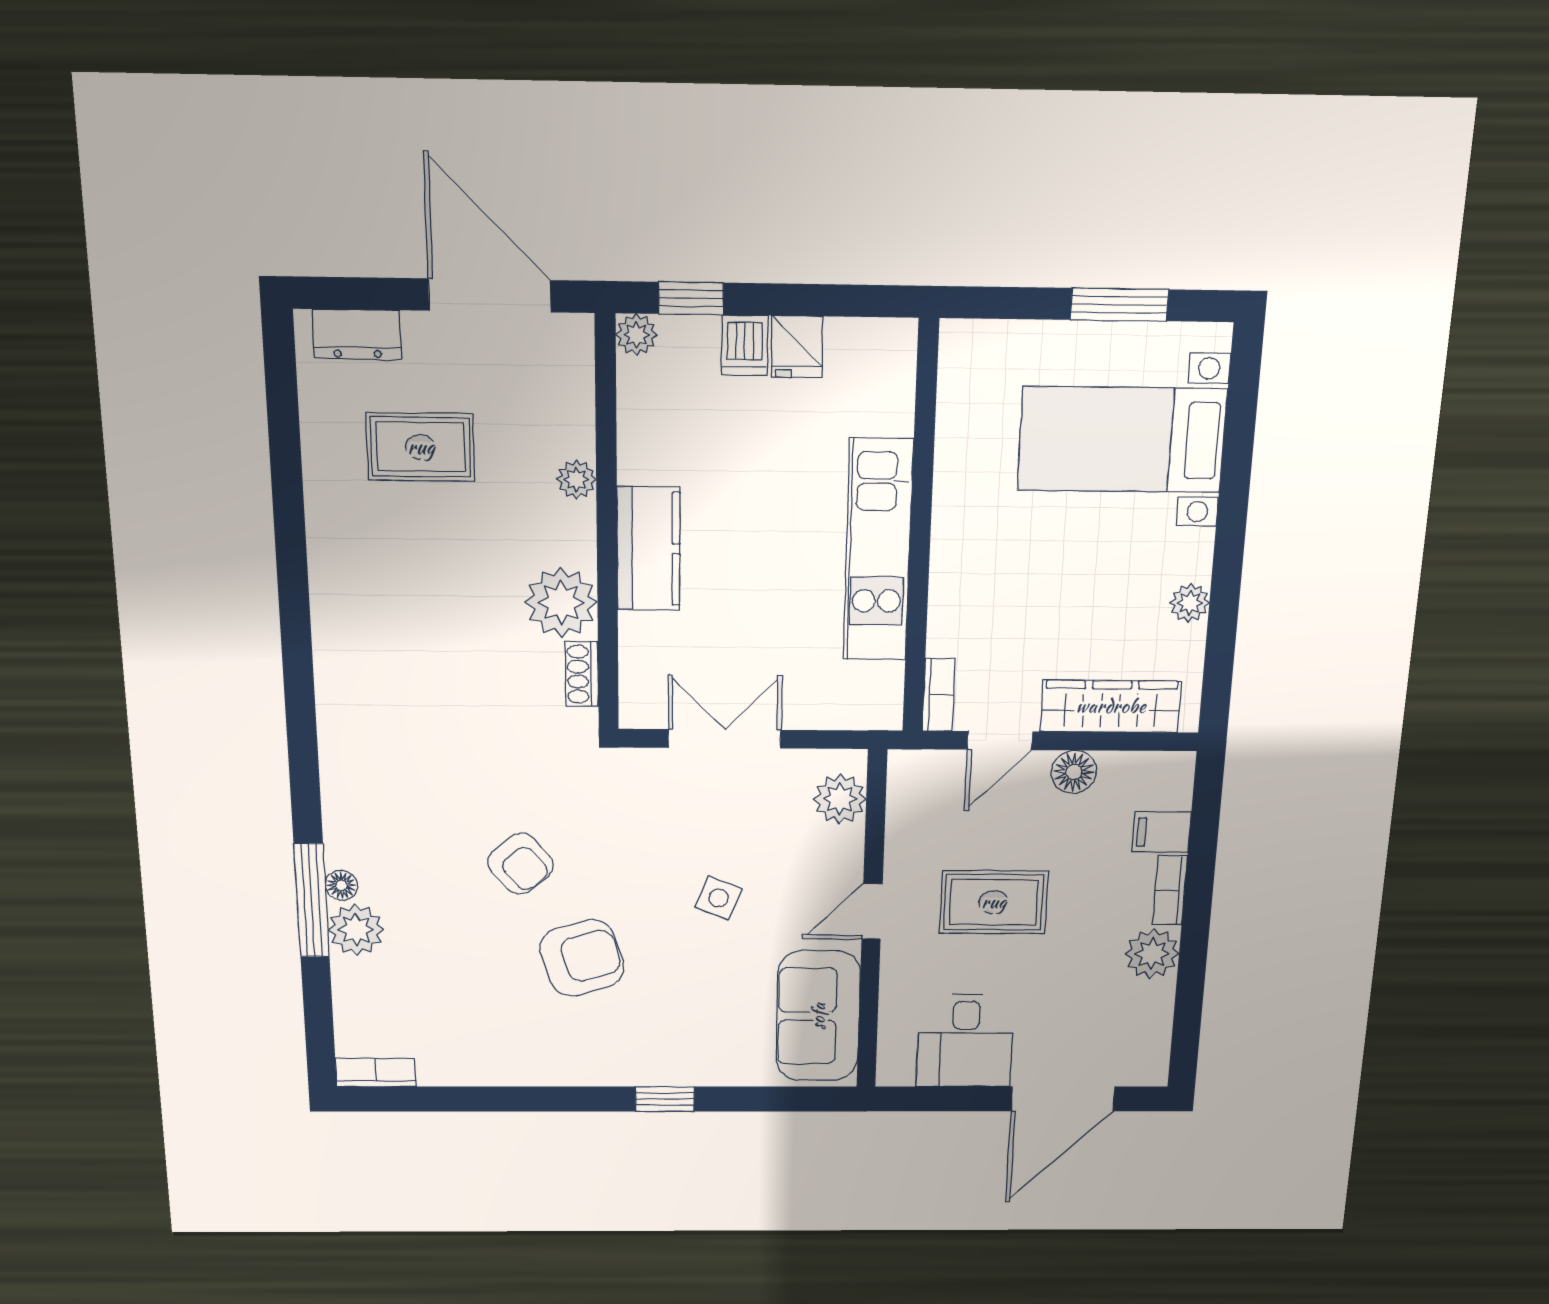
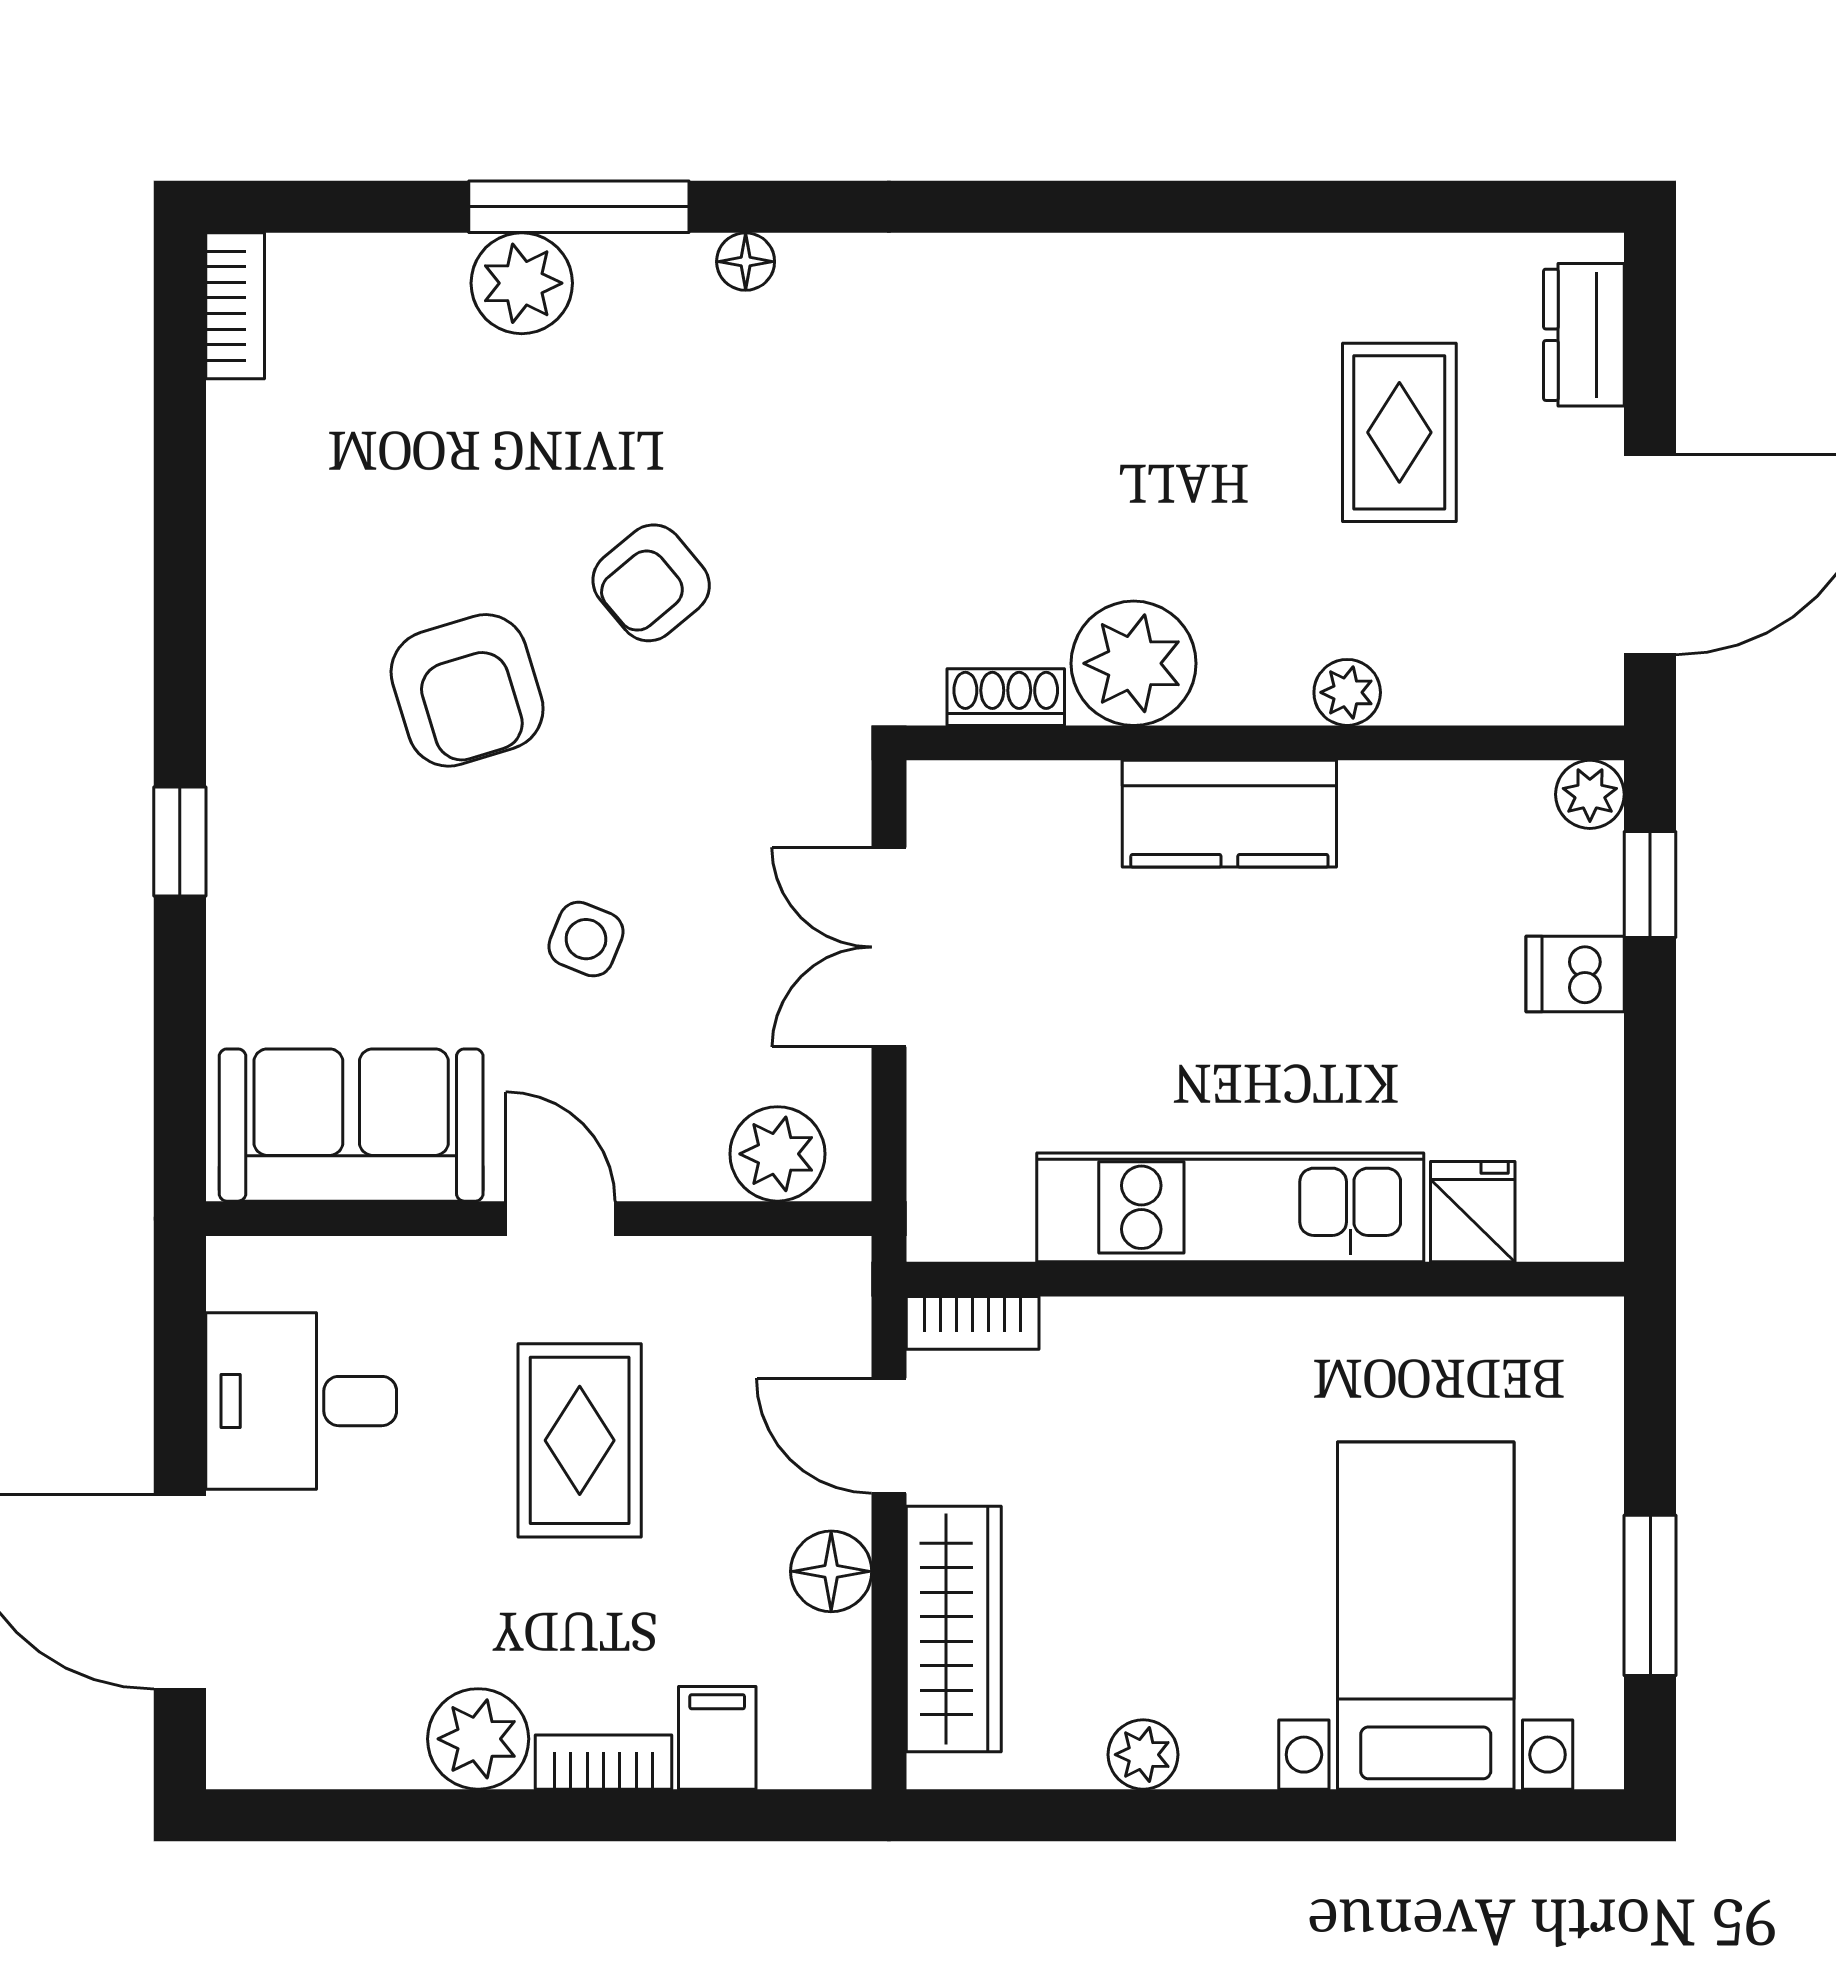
fridge: (797, 347) -> (1473, 1212), moved, turned 90
double door: (725, 739) -> (889, 947), swing flipped
floor lamp: (342, 885) -> (746, 262), moved

